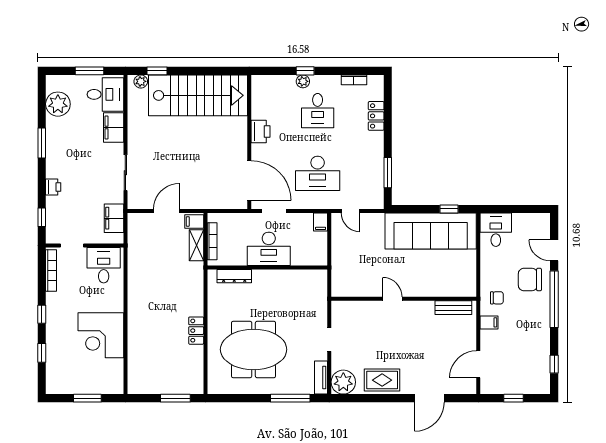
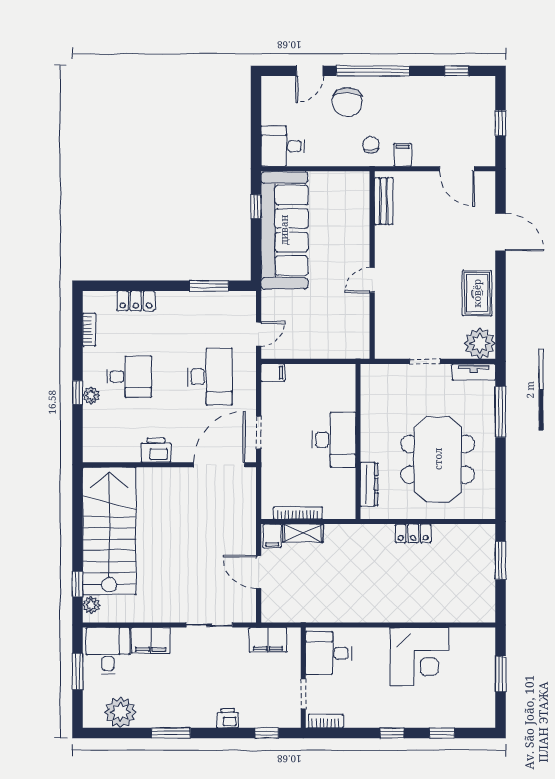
desk: (269, 249) -> (334, 440), moved
wall: (267, 267) -> (358, 441), moved
bookcase: (51, 271) -> (326, 721), width x0.64
dresser: (234, 276) -> (369, 484), moved

